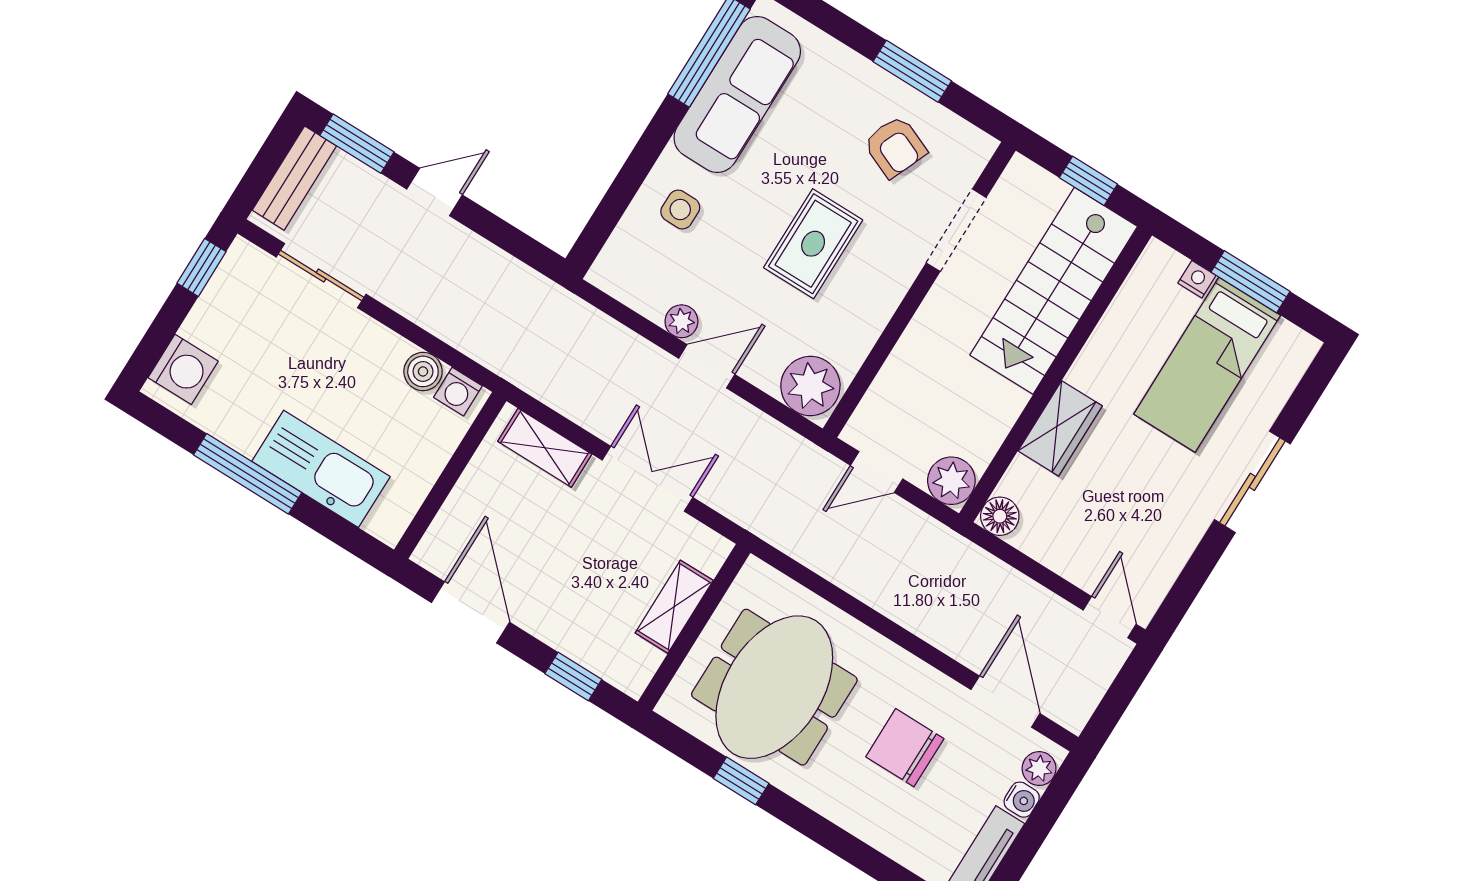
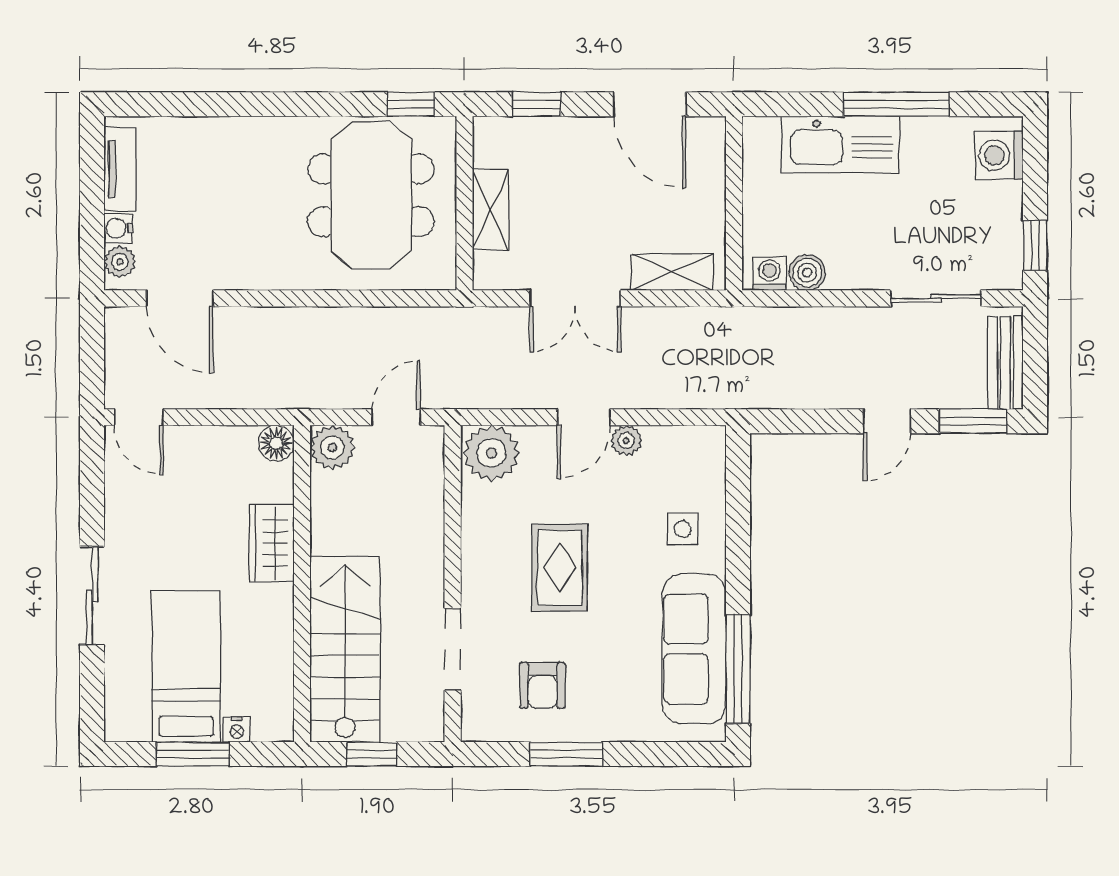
armchair: (895, 147) -> (543, 685), turned -113
chair: (905, 748) -> (237, 212), removed
window: (741, 781) -> (411, 104), moved

